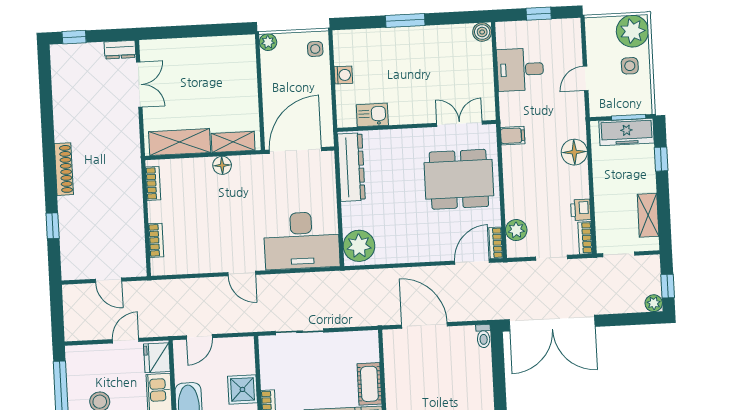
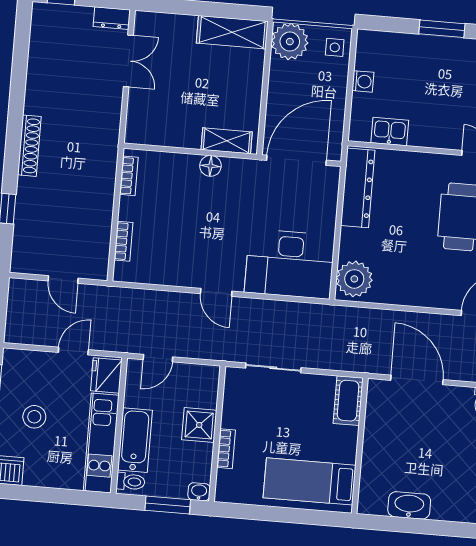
plant: (268, 42) -> (290, 42), width x1.87, depth x1.87
shelving: (180, 142) -> (232, 32), moved
cot: (369, 384) -> (348, 401), moved

